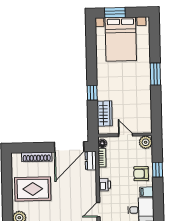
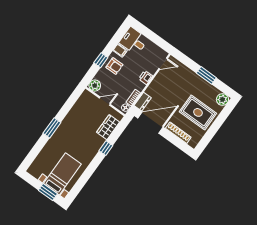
bed with nightstands: (121, 39) -> (62, 174), width x0.73
door: (126, 135) -> (105, 101), swing flipped

